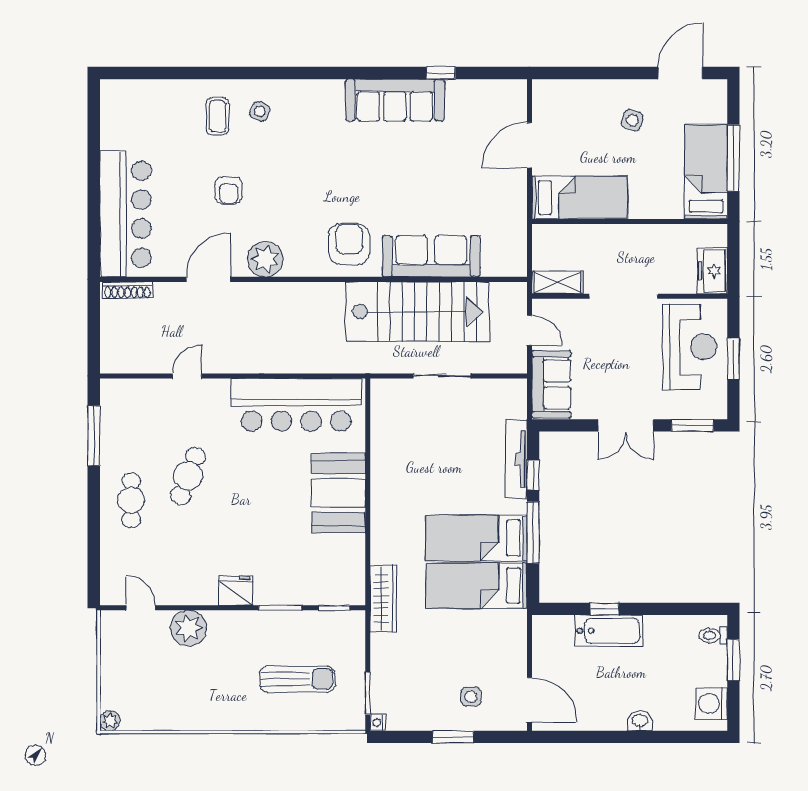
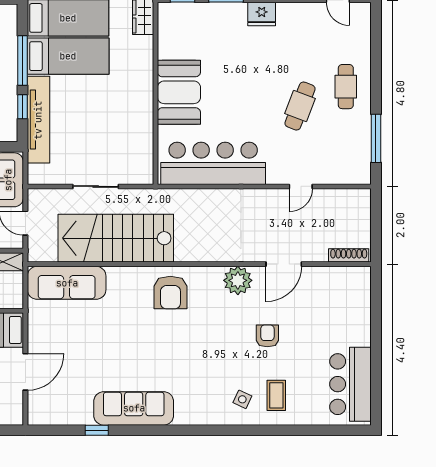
bar counter: (125, 214) -> (350, 384), moved, width x0.73
sofa: (431, 256) -> (67, 283), moved
tv unit: (516, 459) -> (38, 120), width x1.36, depth x1.29

